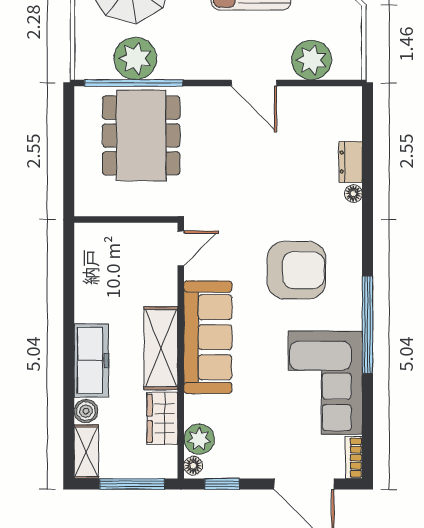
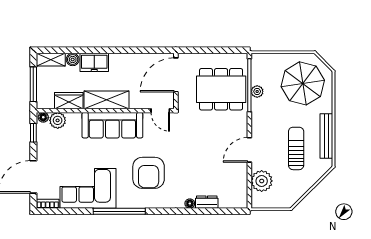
plant: (135, 58) -> (257, 91), width x0.53, depth x0.53
door: (115, 220) -> (176, 75), added
freezer: (91, 360) -> (94, 62), width x0.71

